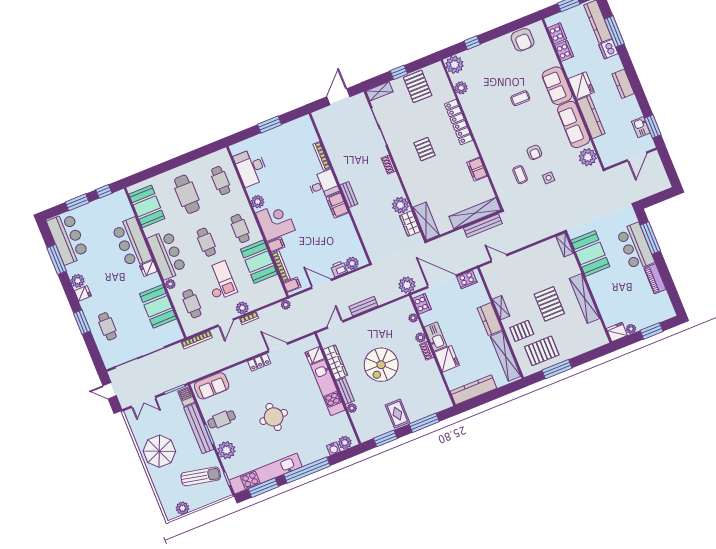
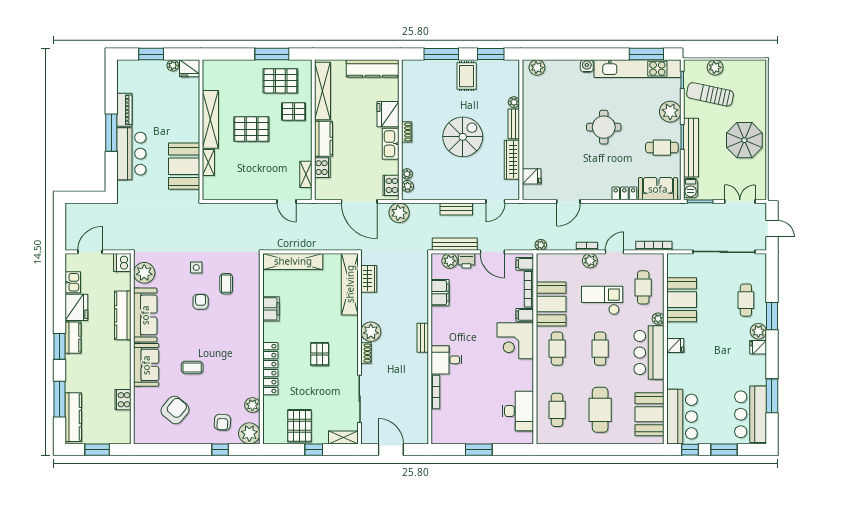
cooker: (557, 33) -> (123, 422), removed
armchair: (523, 40) -> (175, 410), moved, turned 40
dishwasher: (608, 49) -> (122, 262), moved, turned 180
armchair: (479, 65) -> (222, 422), added
fridge: (581, 86) -> (76, 307), moved, turned 180
door: (338, 97) -> (391, 450), swing flipped
window: (653, 126) -> (59, 346), moved
plant: (258, 202) -> (526, 370), removed
filing cabinet: (337, 205) -> (440, 293), moved
plant: (400, 205) -> (371, 332), moved
shelving: (426, 221) -> (350, 284), width x1.47
bench: (483, 226) -> (455, 244), moved
window: (650, 238) -> (111, 133), moved
bar counter: (132, 243) -> (682, 417), moved
shelving: (565, 245) -> (208, 162), moved
cooker: (467, 280) -> (322, 168), moved, turned 90
plant: (78, 281) -> (758, 331), moved
checkout: (220, 281) -> (602, 300), turned 90
pallet: (549, 304) -> (251, 129), turned 90
shelving: (501, 308) -> (306, 174), moved
plant: (420, 338) -> (408, 186), moved
door: (278, 348) -> (568, 201), hinge flipped
locker: (259, 362) -> (624, 193), moved
kitchen unit: (328, 388) -> (531, 135), removed
water cooler: (333, 449) -> (587, 66), moved
window: (307, 470) -> (591, 54), removed
plant: (182, 508) -> (715, 67), moved

